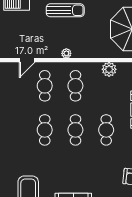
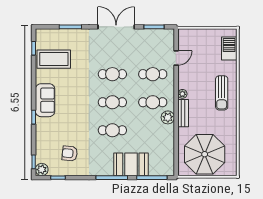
bench: (87, 52) -> (183, 113), added
door: (27, 60) -> (176, 58), swing flipped
plant: (109, 69) -> (168, 117), moved

